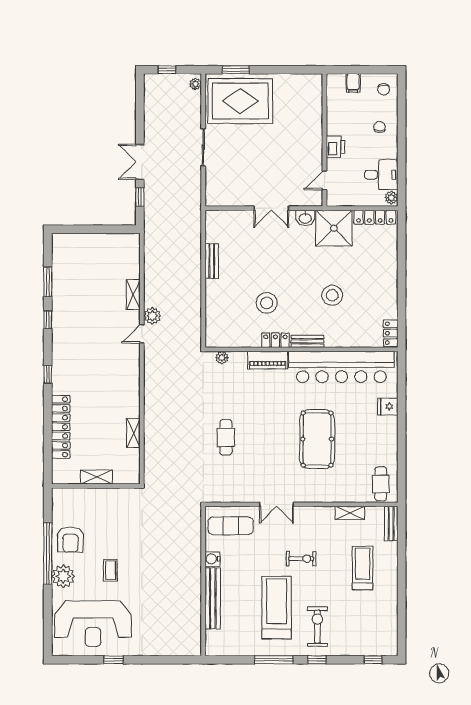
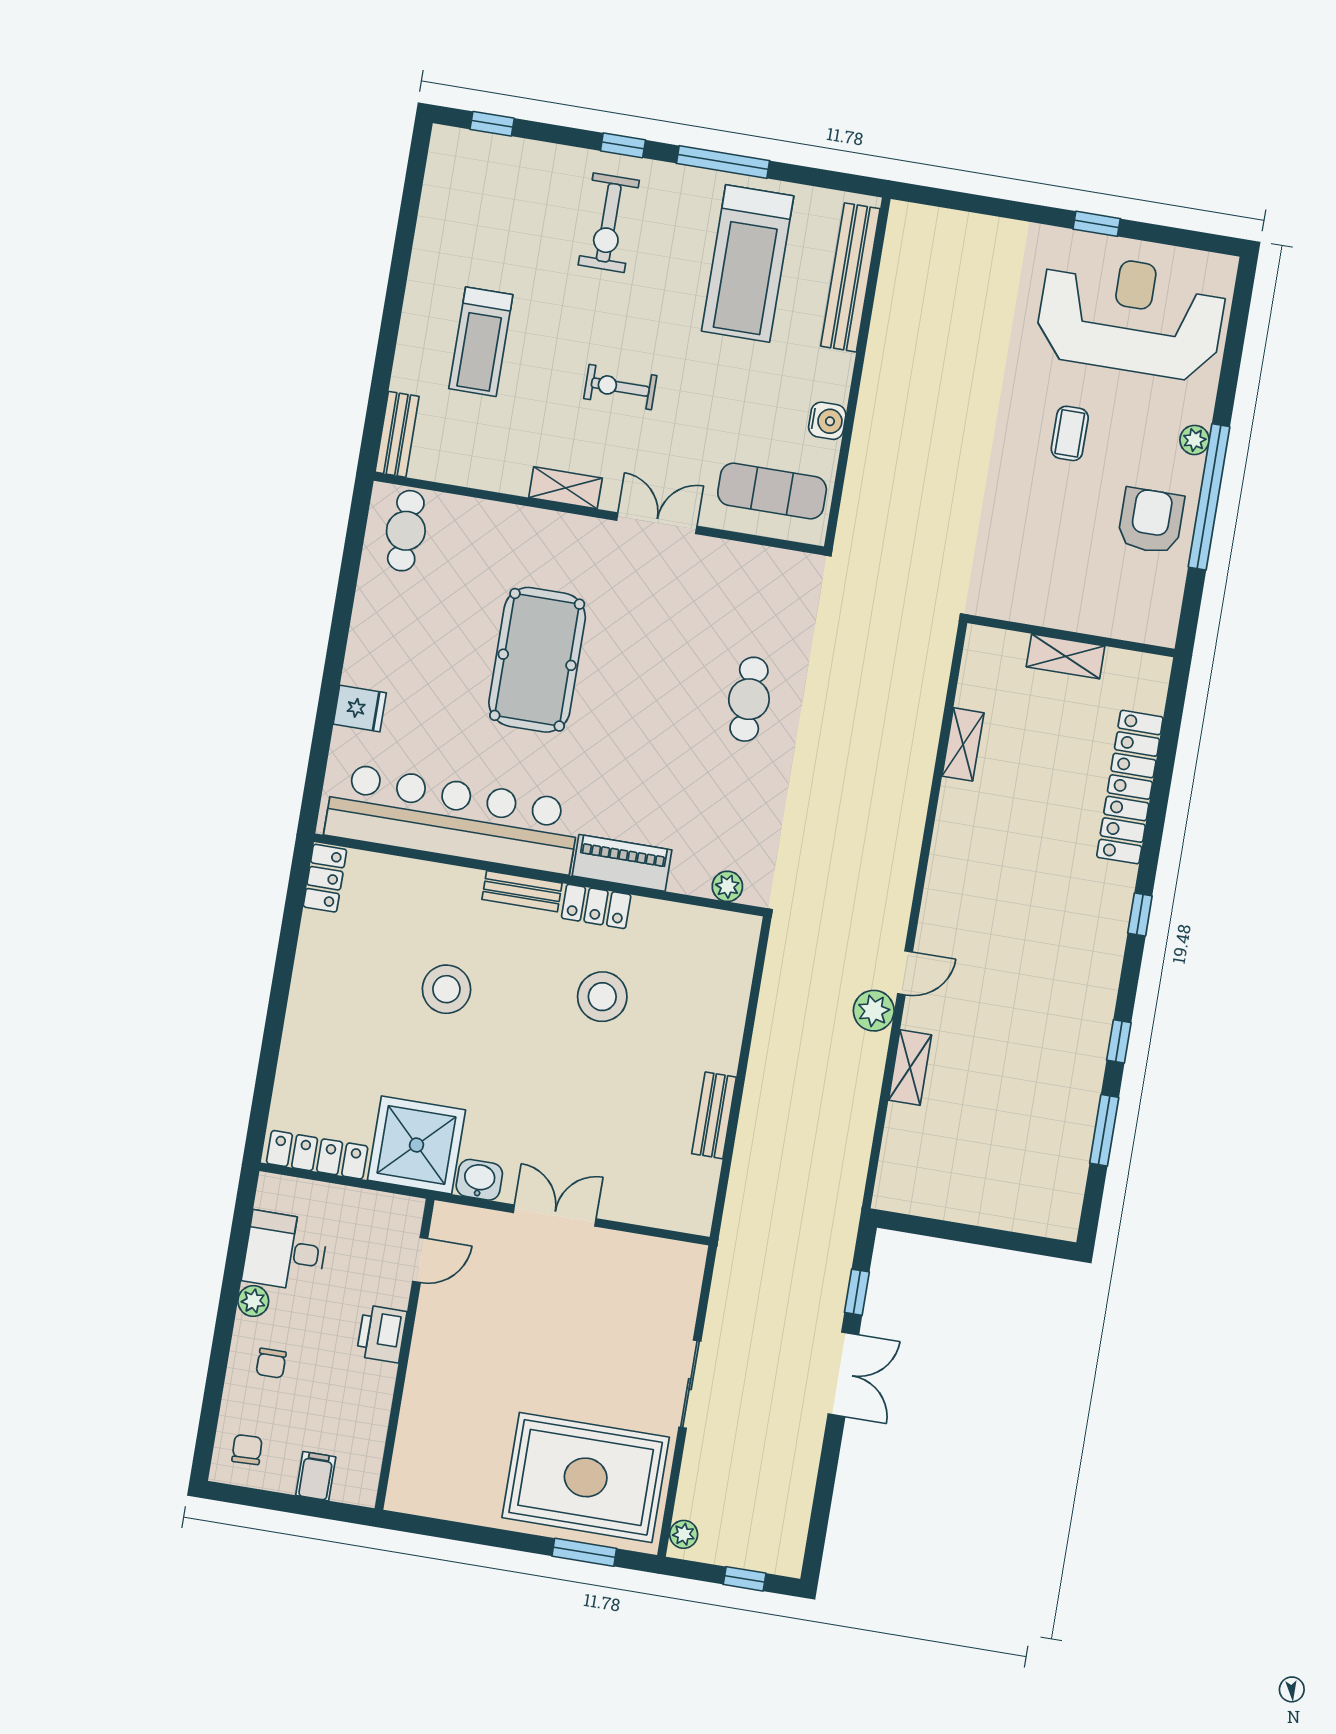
plant: (391, 198) -> (253, 1301), moved
shelving: (350, 513) -> (565, 488), moved
plant: (63, 576) -> (1194, 440), width x0.53, depth x0.53
bench: (213, 598) -> (850, 277), moved
treadmill: (277, 608) -> (748, 263), moved

